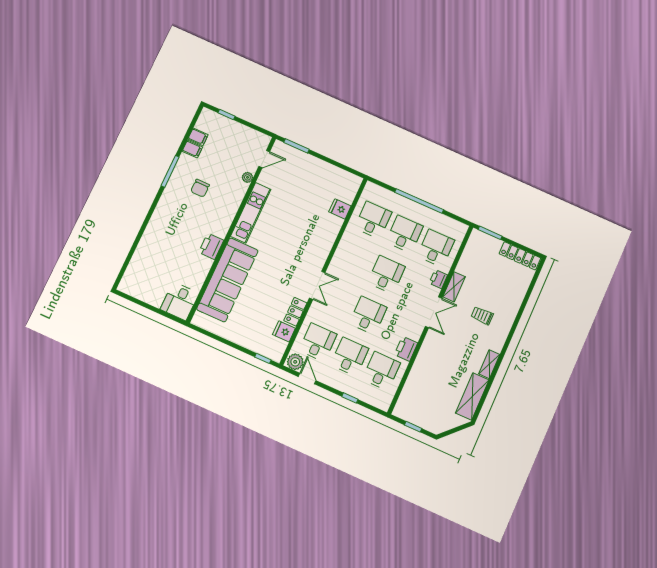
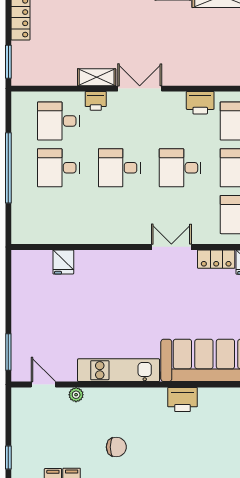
desk: (373, 220) -> (58, 215), removed
trolley: (482, 316) -> (117, 27), removed

